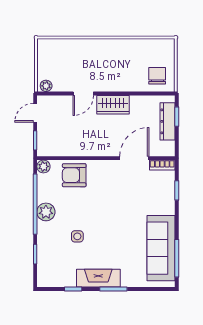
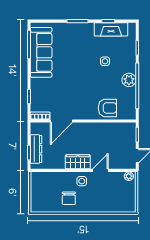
chair: (157, 76) -> (69, 198), moved
side table: (108, 79) -> (82, 181), added
plant: (43, 166) -> (131, 115), removed
fireplace: (98, 278) -> (111, 29), moved

